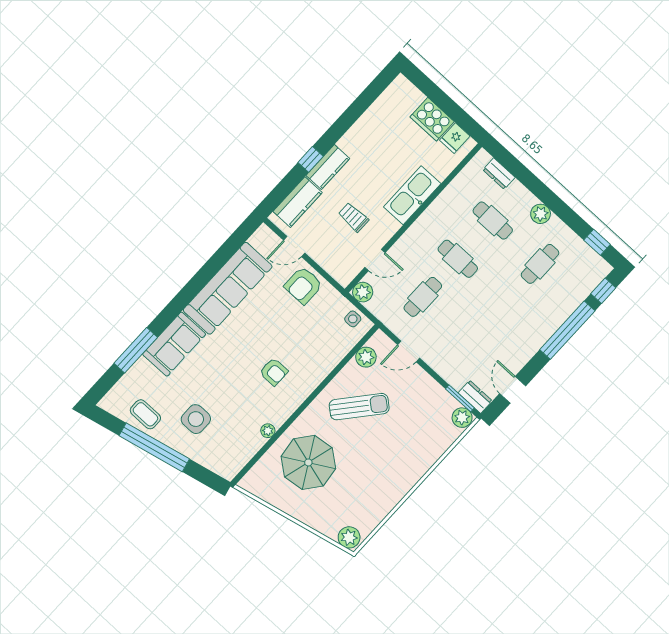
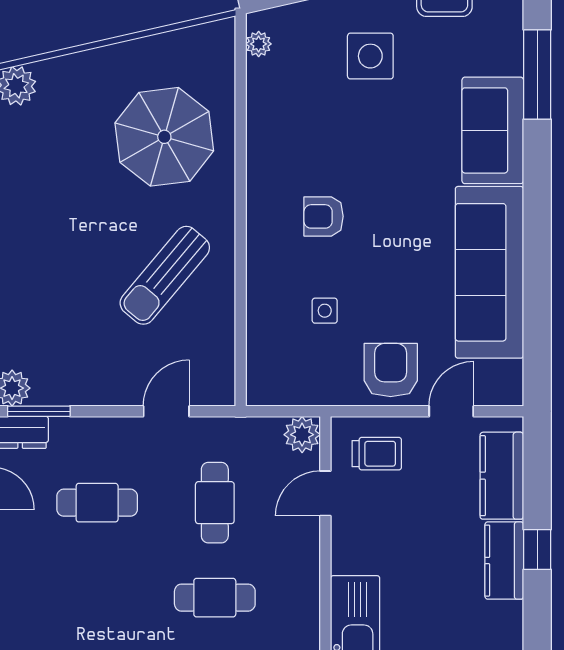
trolley: (353, 217) -> (377, 454), moved
side table: (353, 319) -> (325, 311), moved
cafe table: (470, 340) -> (97, 503), added
plant: (366, 357) -> (217, 351), removed
plant: (268, 431) -> (259, 44), moved

